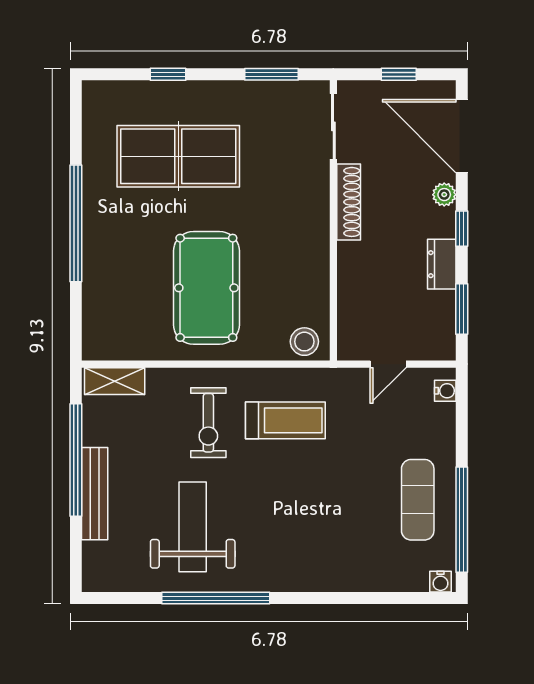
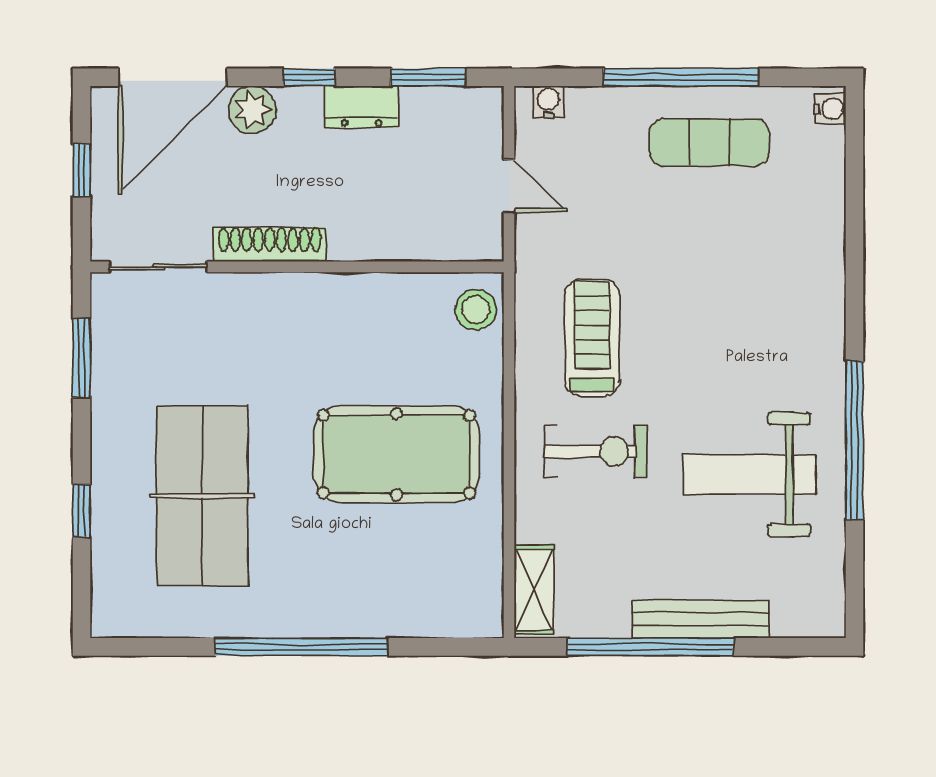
plant: (444, 195) -> (252, 110), width x1.38, depth x1.38
window: (462, 520) -> (681, 77), moved

